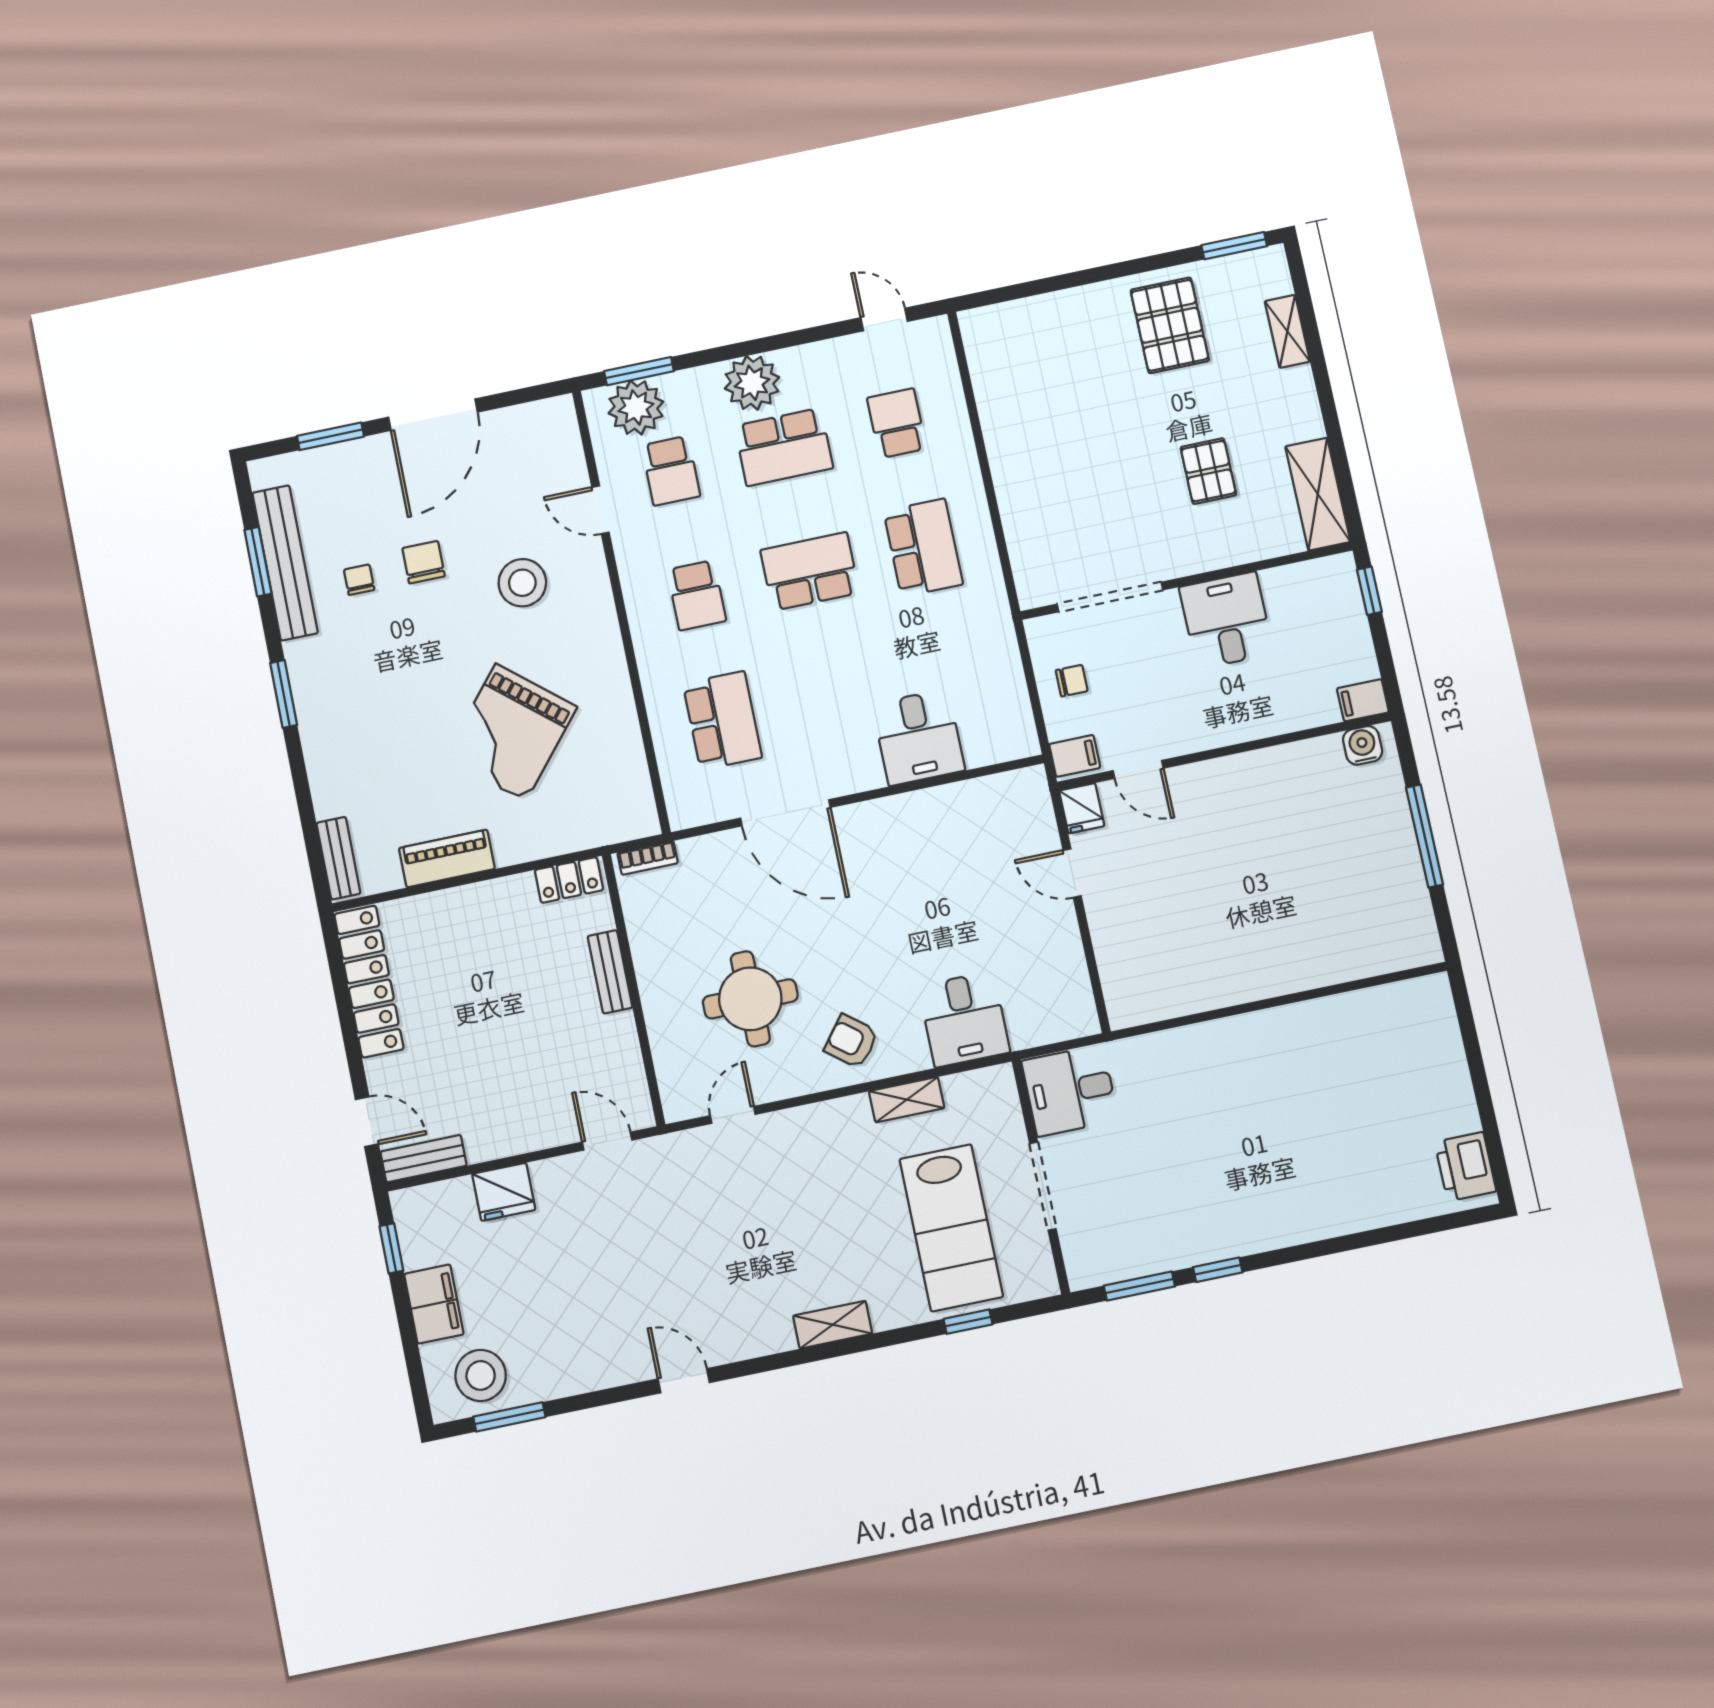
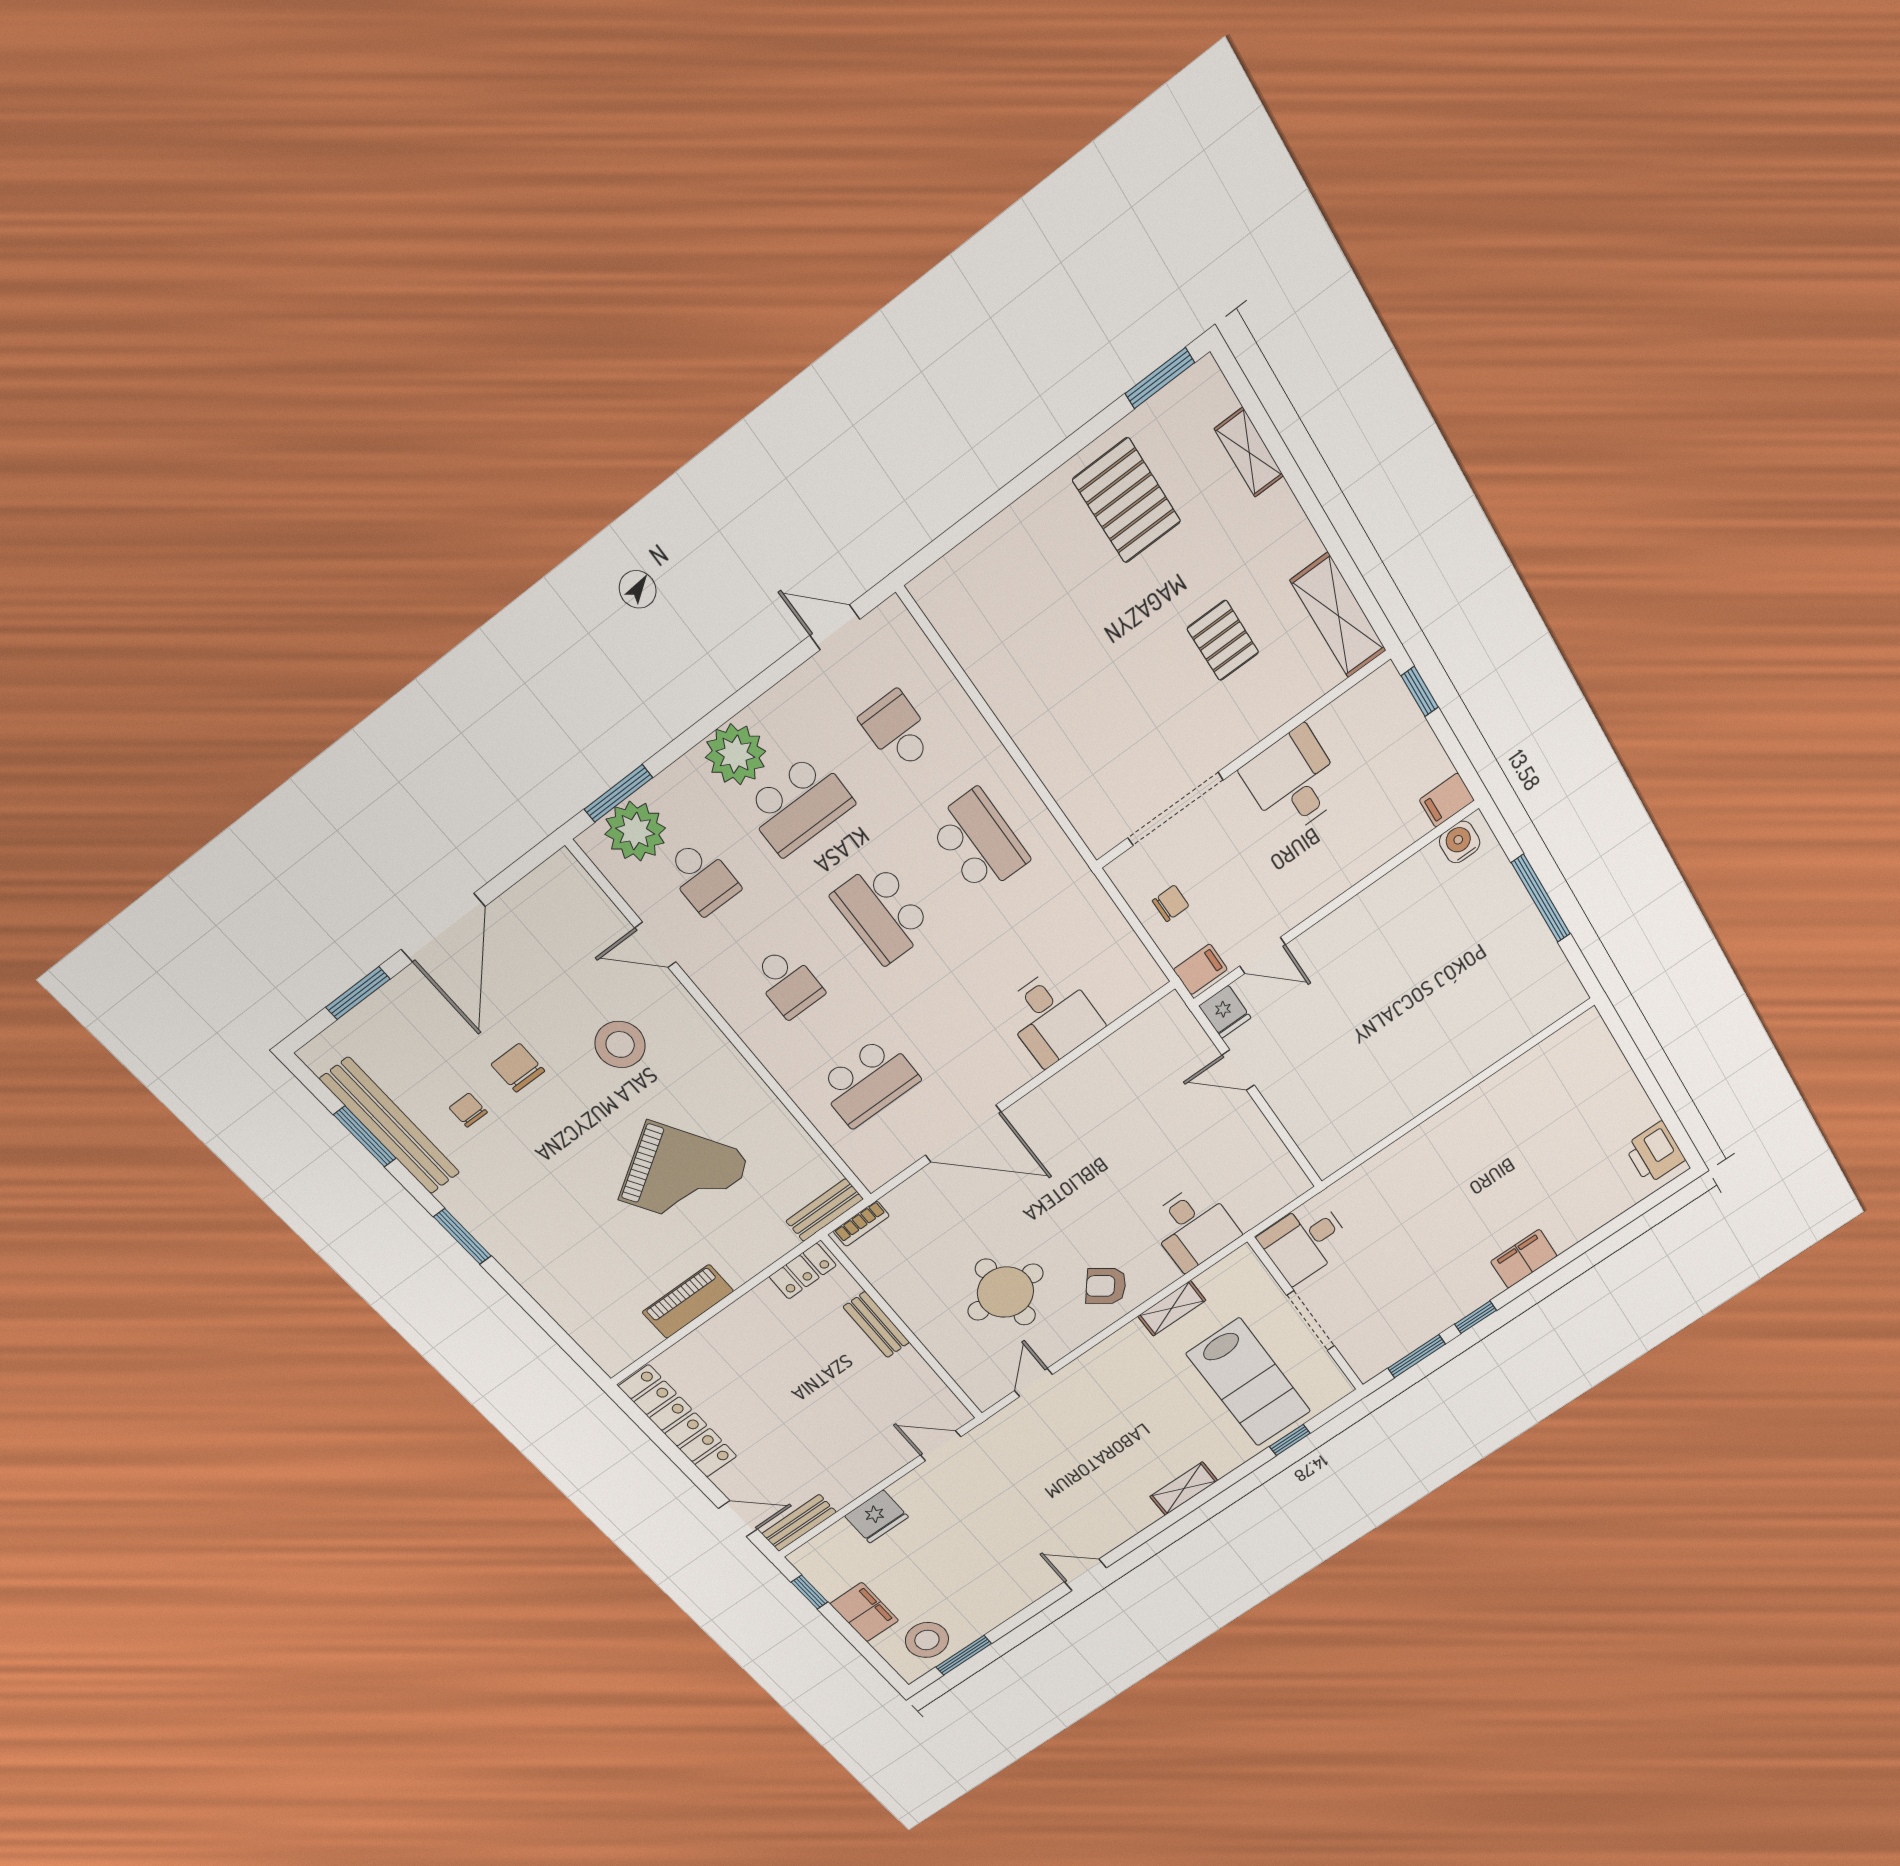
school desk: (810, 571) -> (882, 913), turned -90
school desk: (722, 721) -> (868, 1082), turned 90
grand piano: (511, 732) -> (684, 1177), turned -72
bench: (338, 858) -> (825, 1210), moved, turned 90
filing cabinet: (1291, 1224) -> (1524, 1259), added

